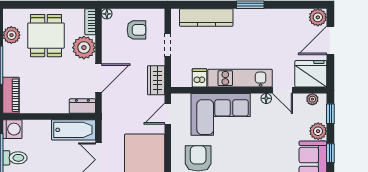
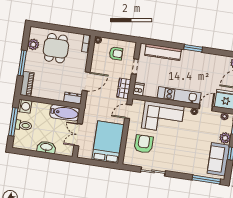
plant: (84, 48) -> (80, 60), removed
dishwasher: (200, 78) -> (138, 89), moved
door: (283, 90) -> (206, 108), swing flipped

